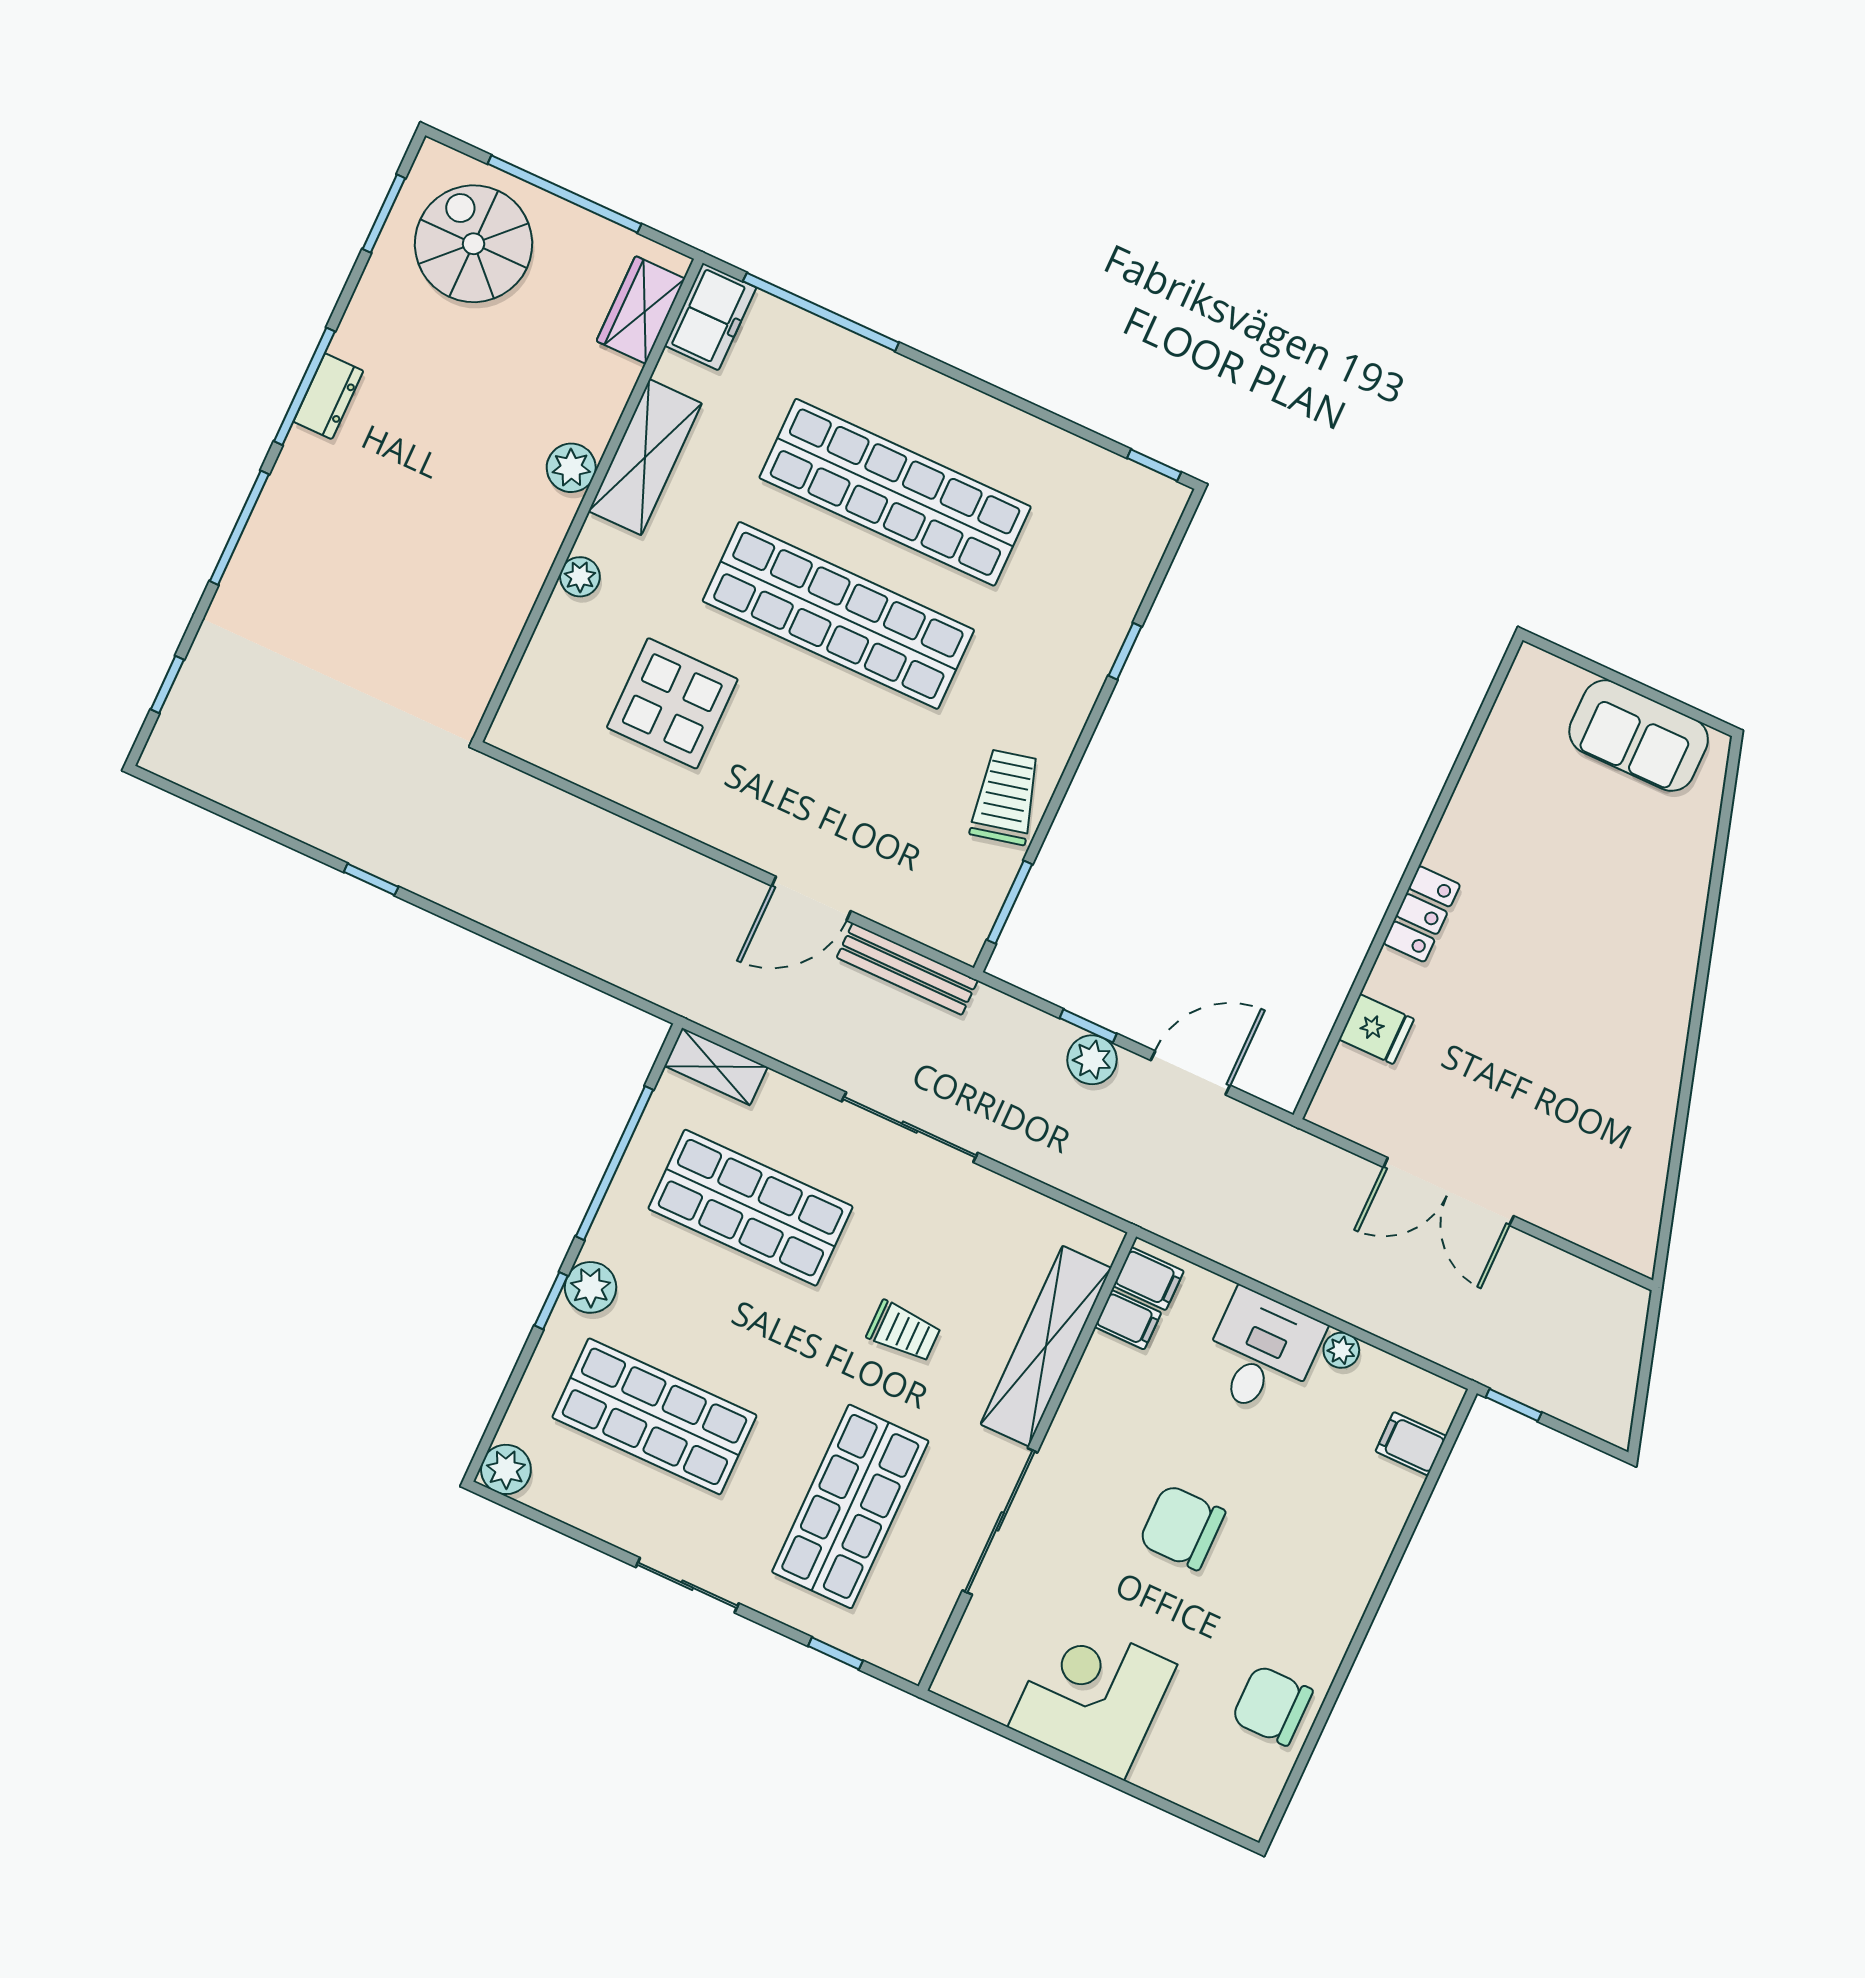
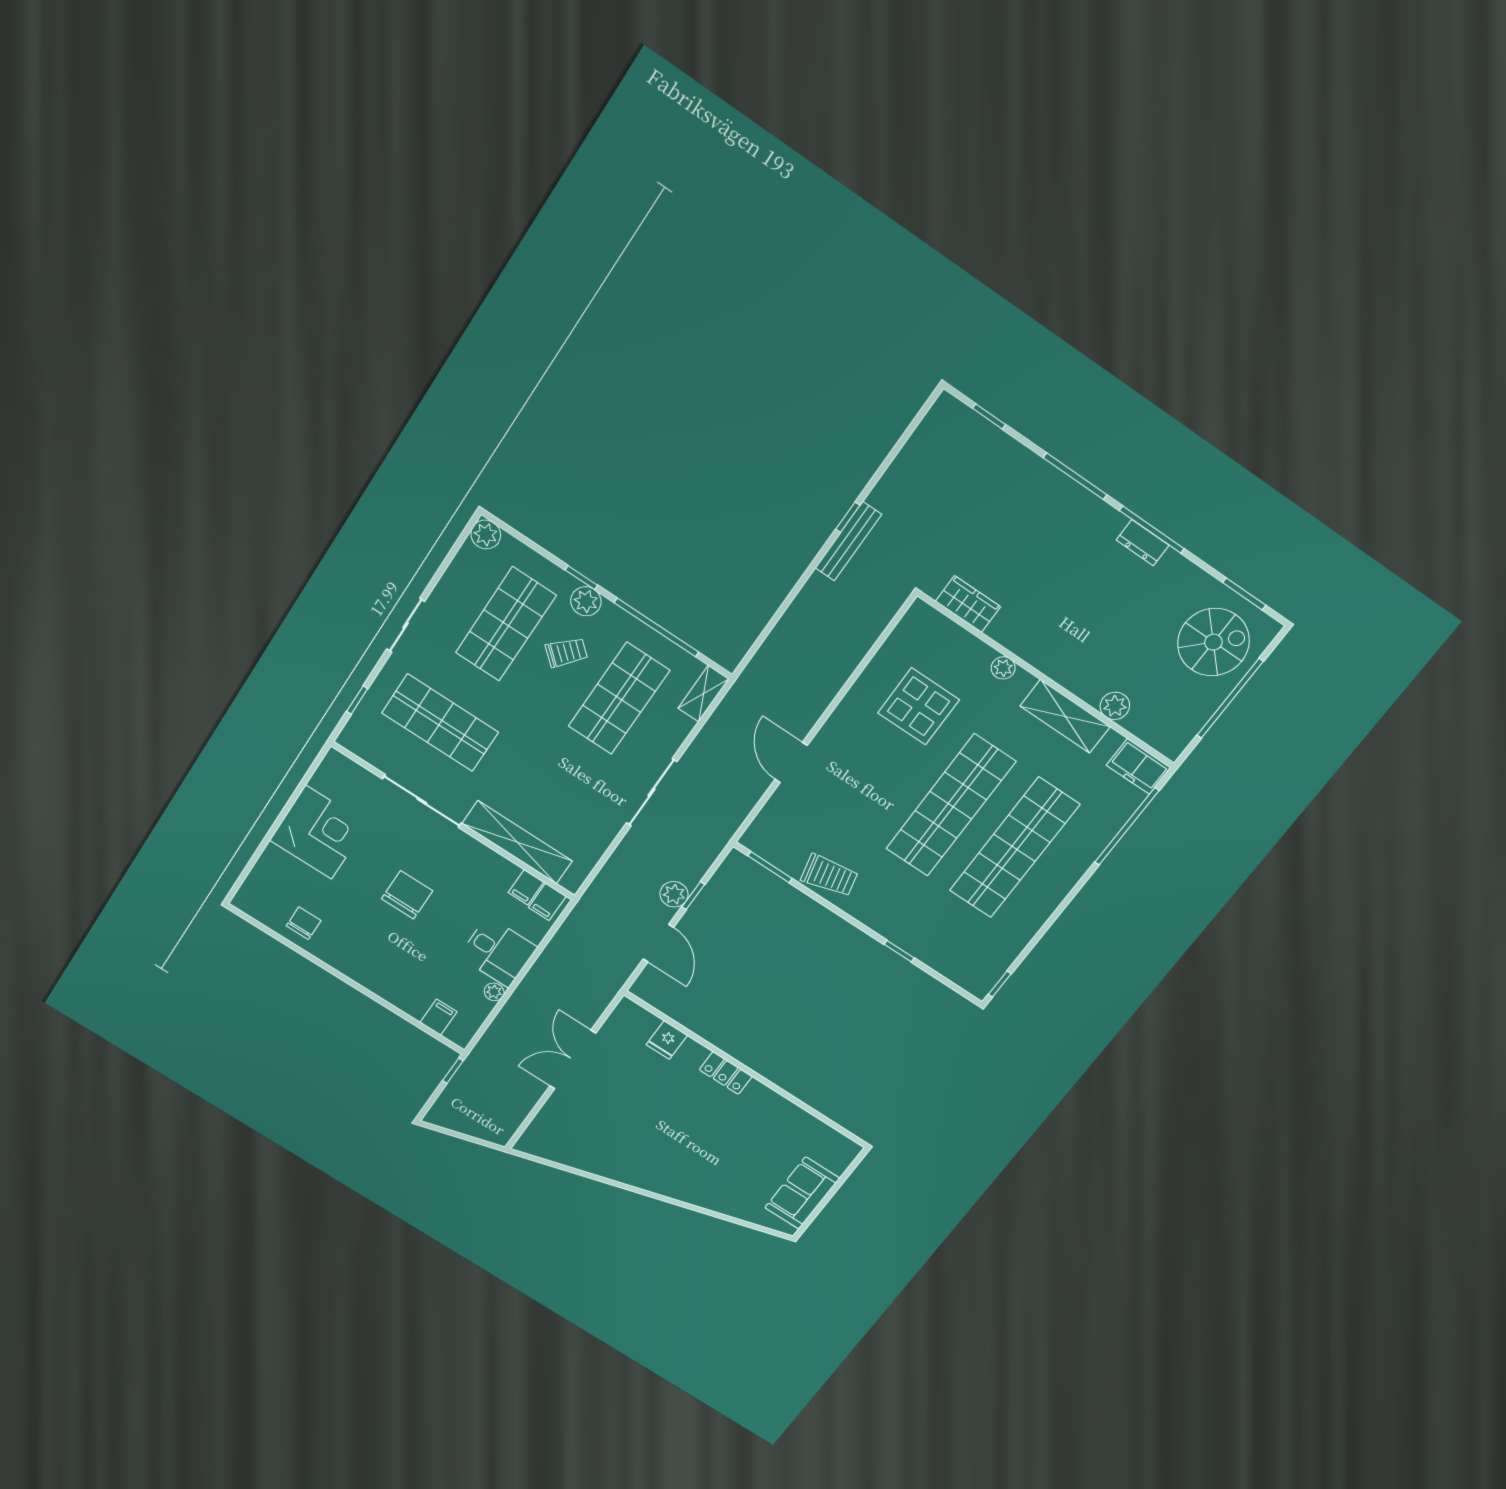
wardrobe: (641, 310) -> (968, 604), moved
plant: (571, 468) -> (1115, 706), moved
bench: (907, 969) -> (848, 541), moved
trolley: (904, 1332) -> (566, 652), moved, turned -138
chair: (1272, 1705) -> (304, 923), width x0.73, depth x0.73

